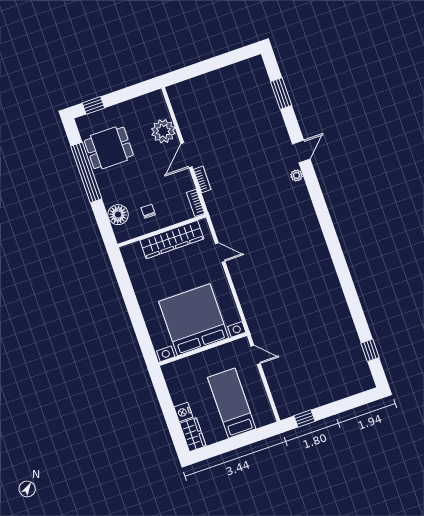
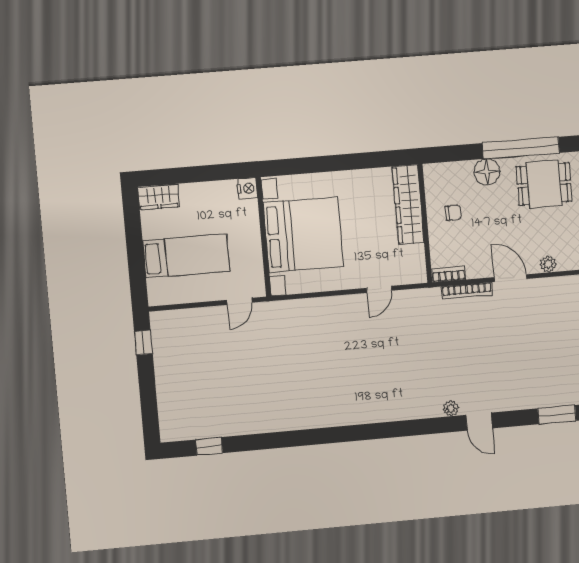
plant: (163, 131) -> (548, 264), width x0.53, depth x0.53
dining table: (109, 148) -> (544, 184), turned 90
bookcase: (202, 179) -> (467, 291), width x1.56
floor lamp: (118, 215) -> (487, 172), moved
wardrobe: (172, 240) -> (408, 205), moved
nightstand: (183, 412) -> (247, 188), moved, turned 90

